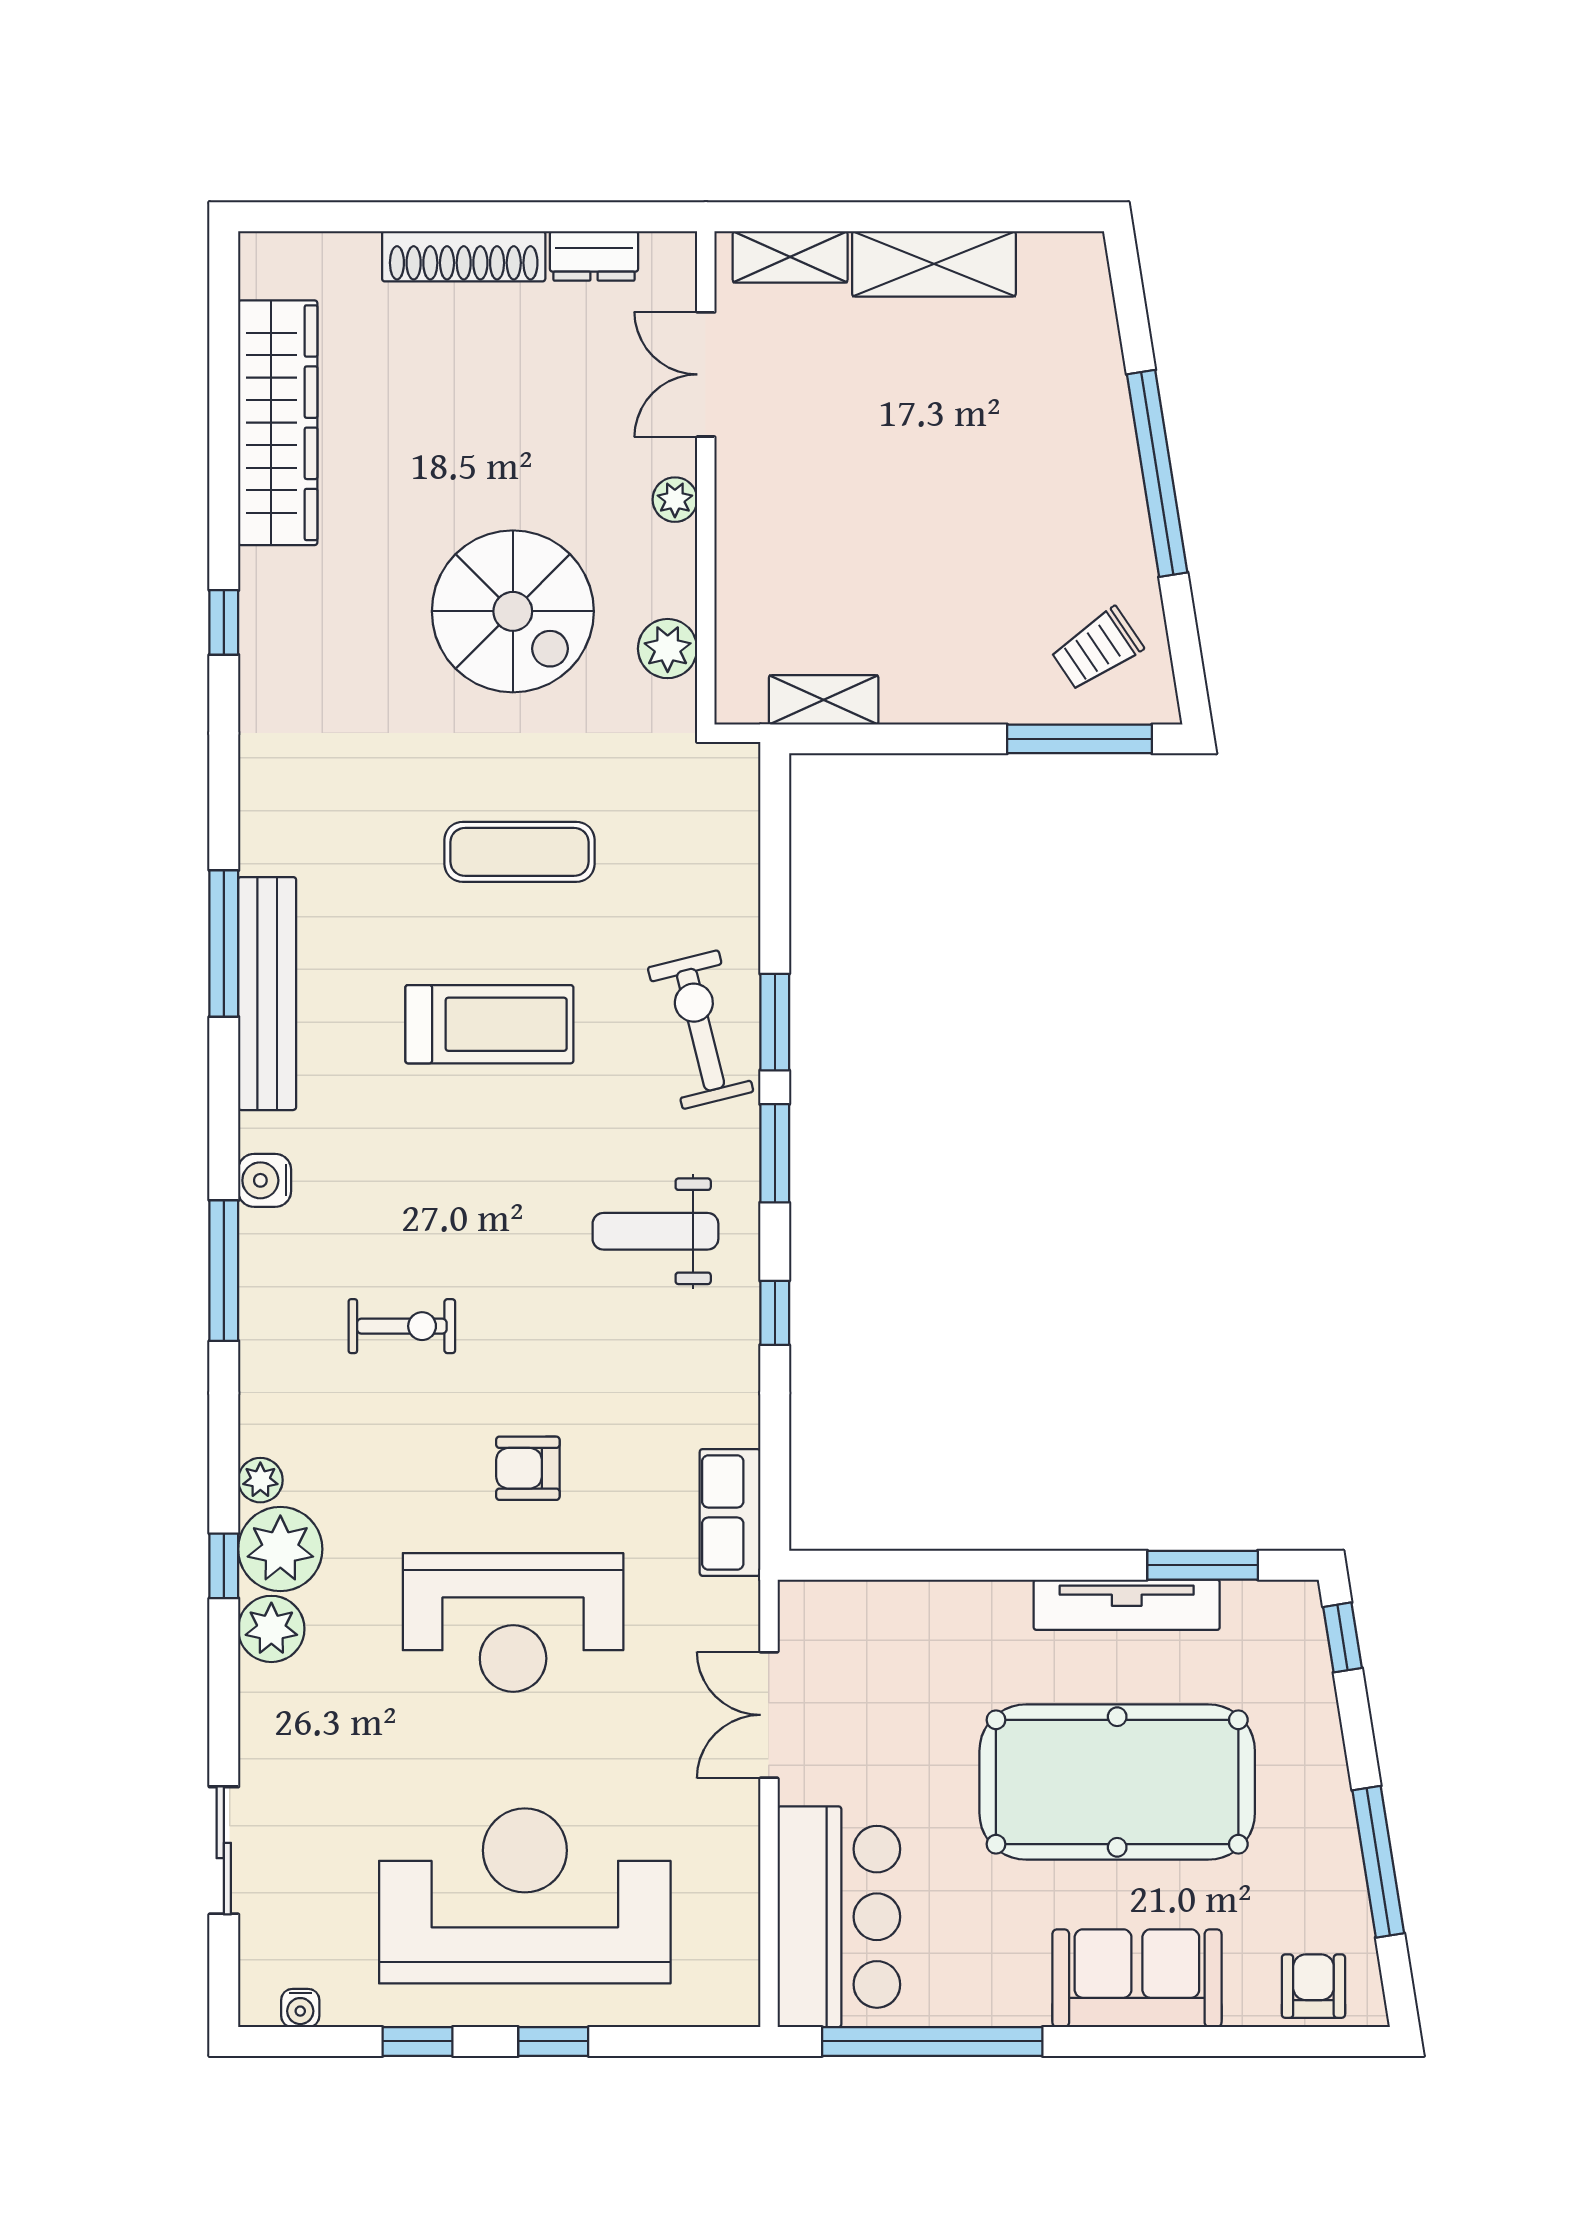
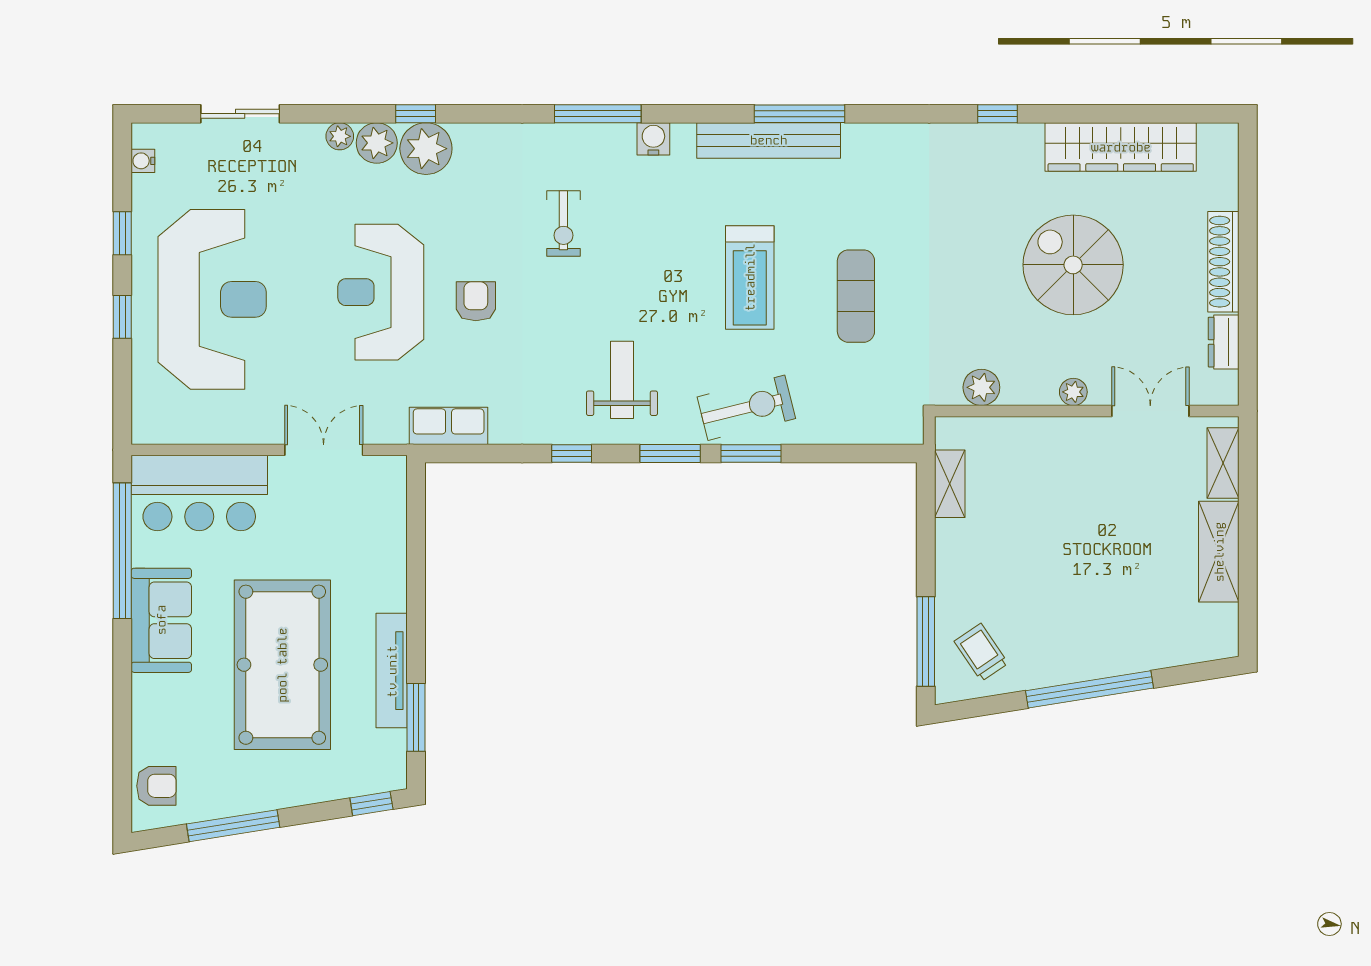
spiral stairs: (513, 611) -> (1073, 265), moved, turned 90
plant: (260, 1480) -> (340, 136), moved
sofa: (1137, 1978) -> (161, 620), moved

